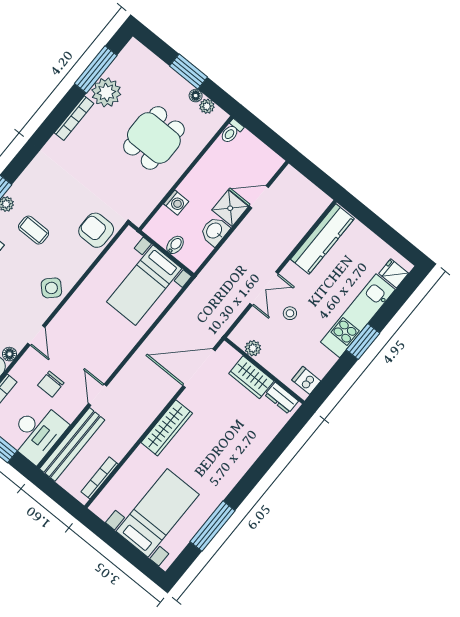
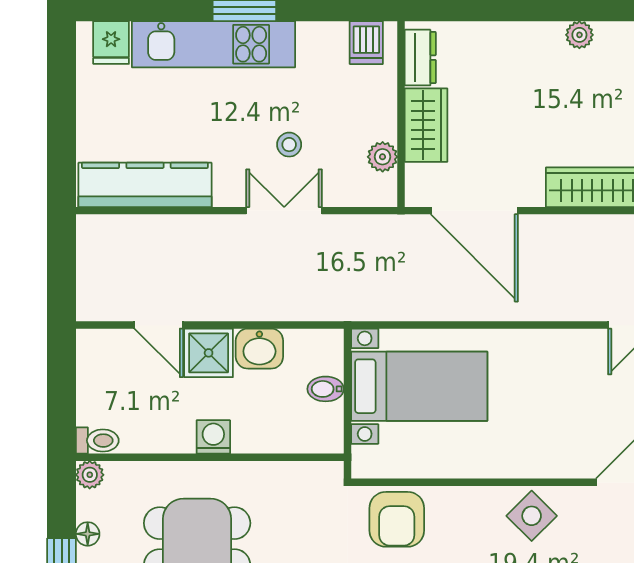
plant: (207, 106) -> (90, 475), moved
washing machine: (176, 203) -> (213, 437), moved
plant: (237, 472) -> (579, 35), added

